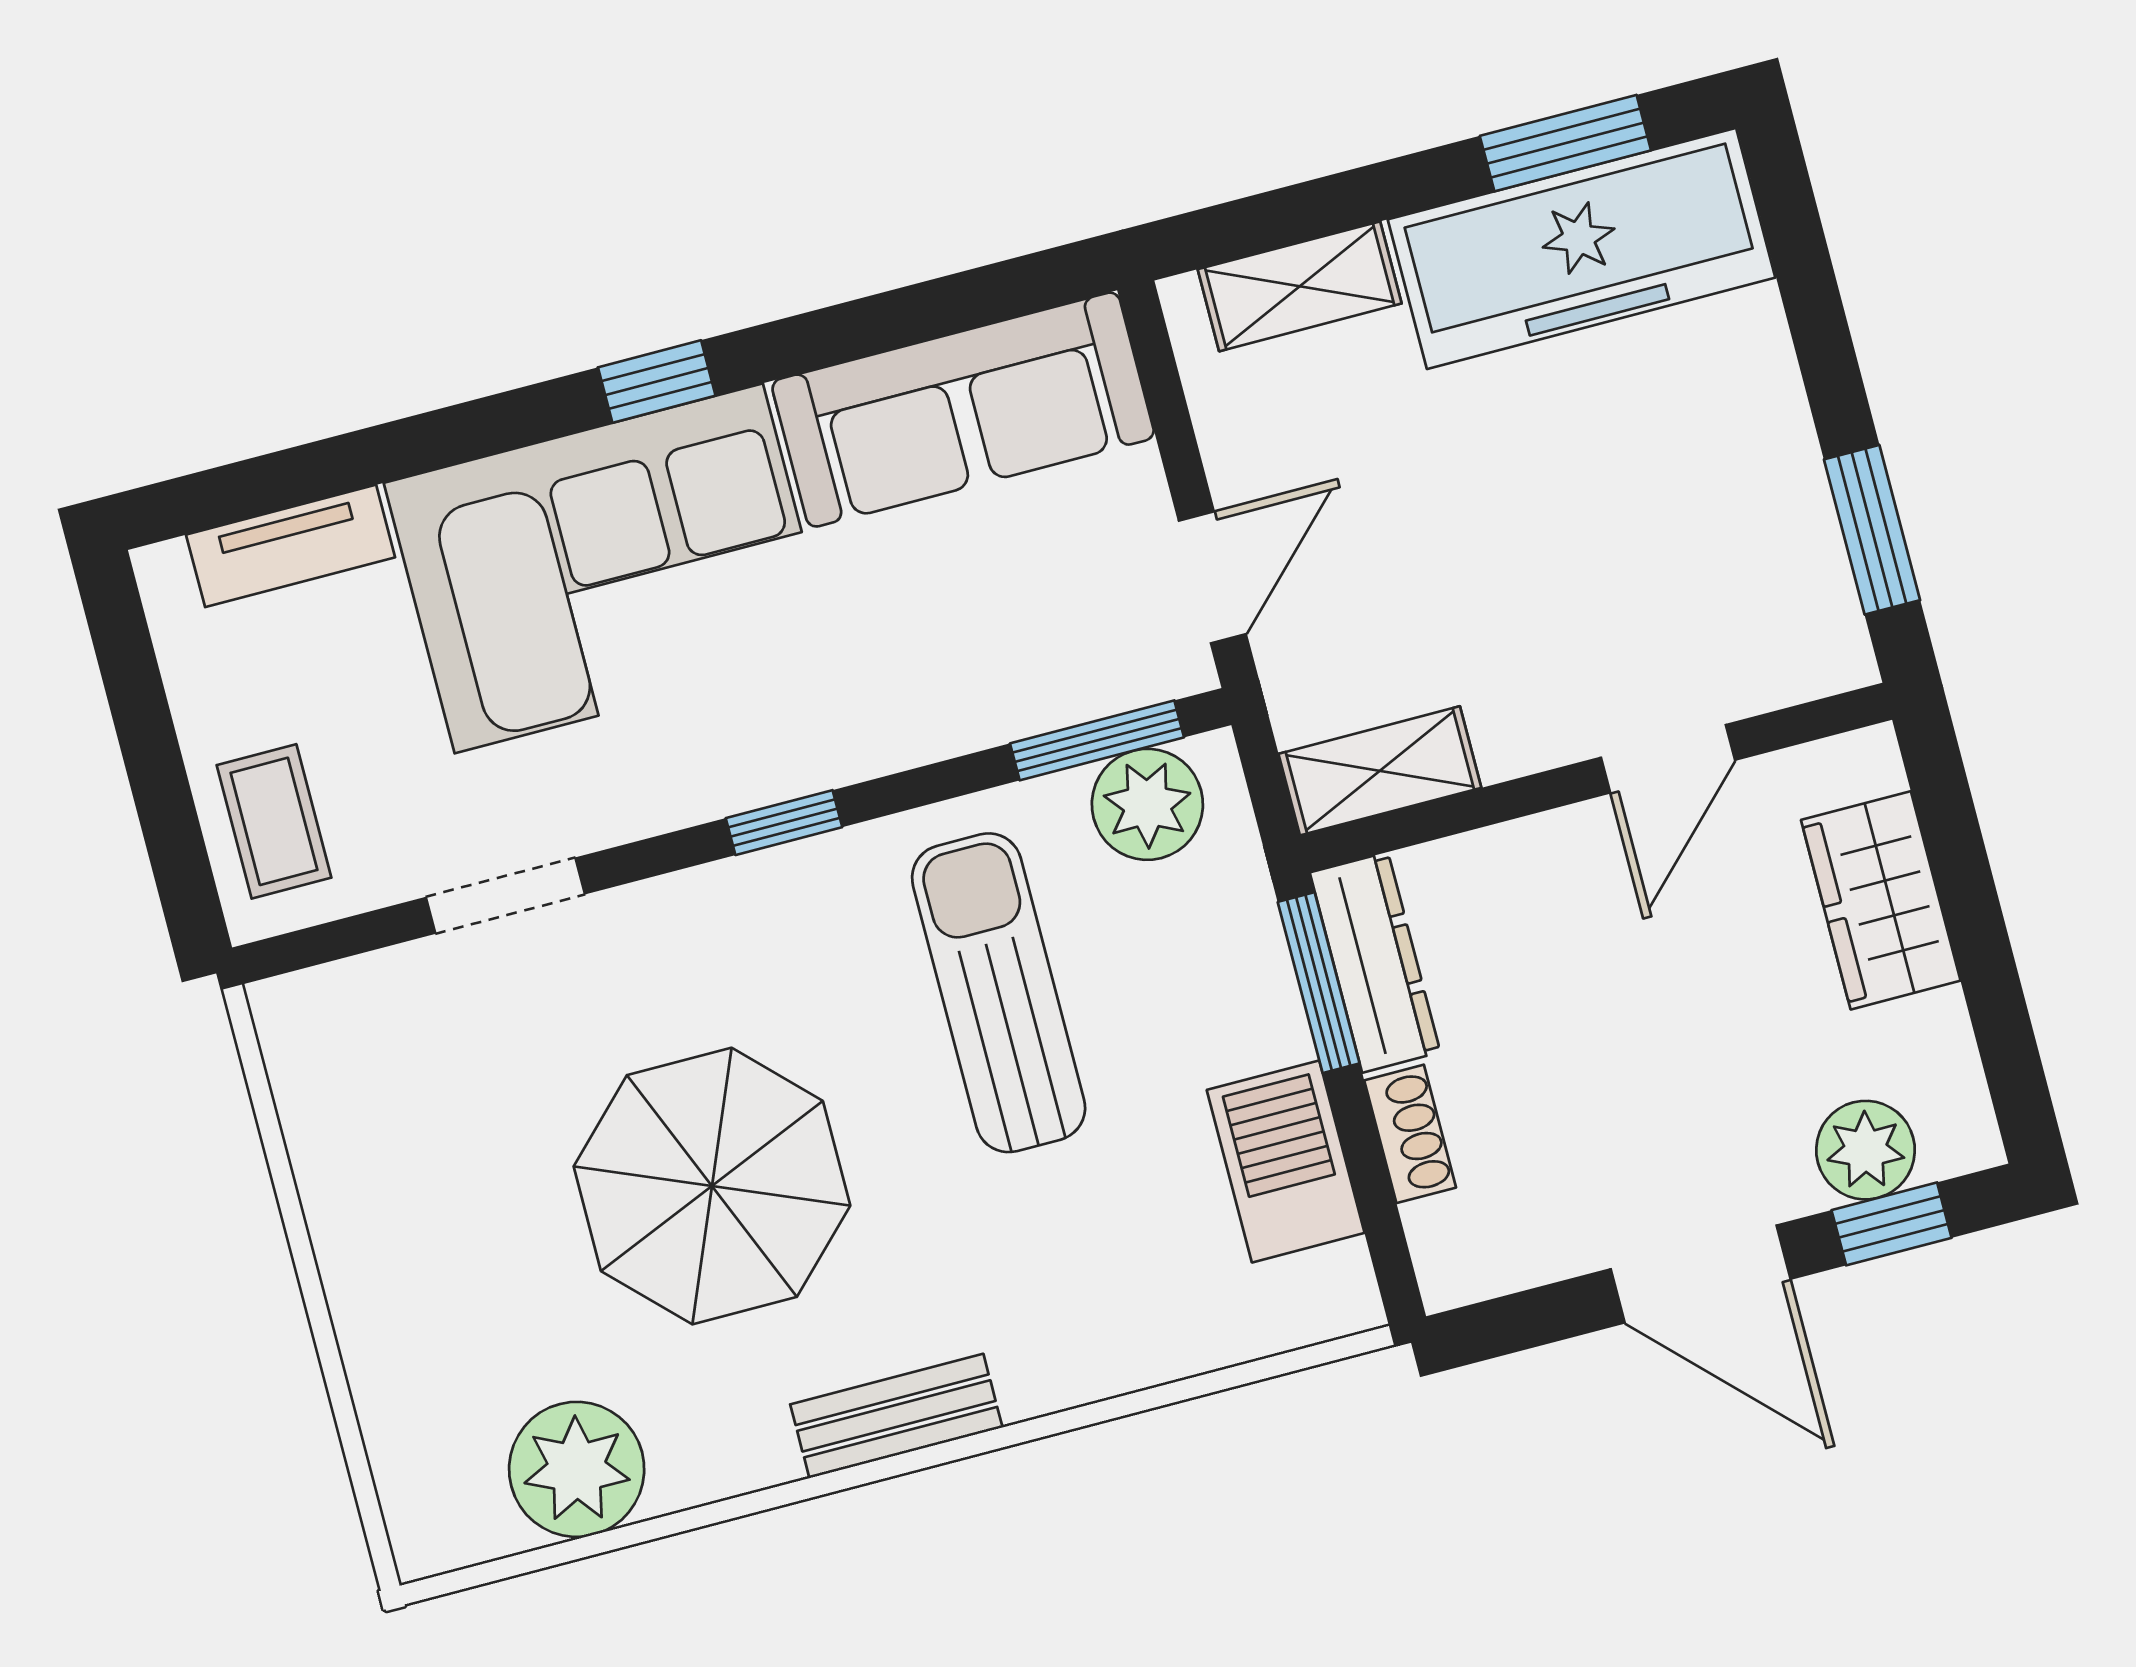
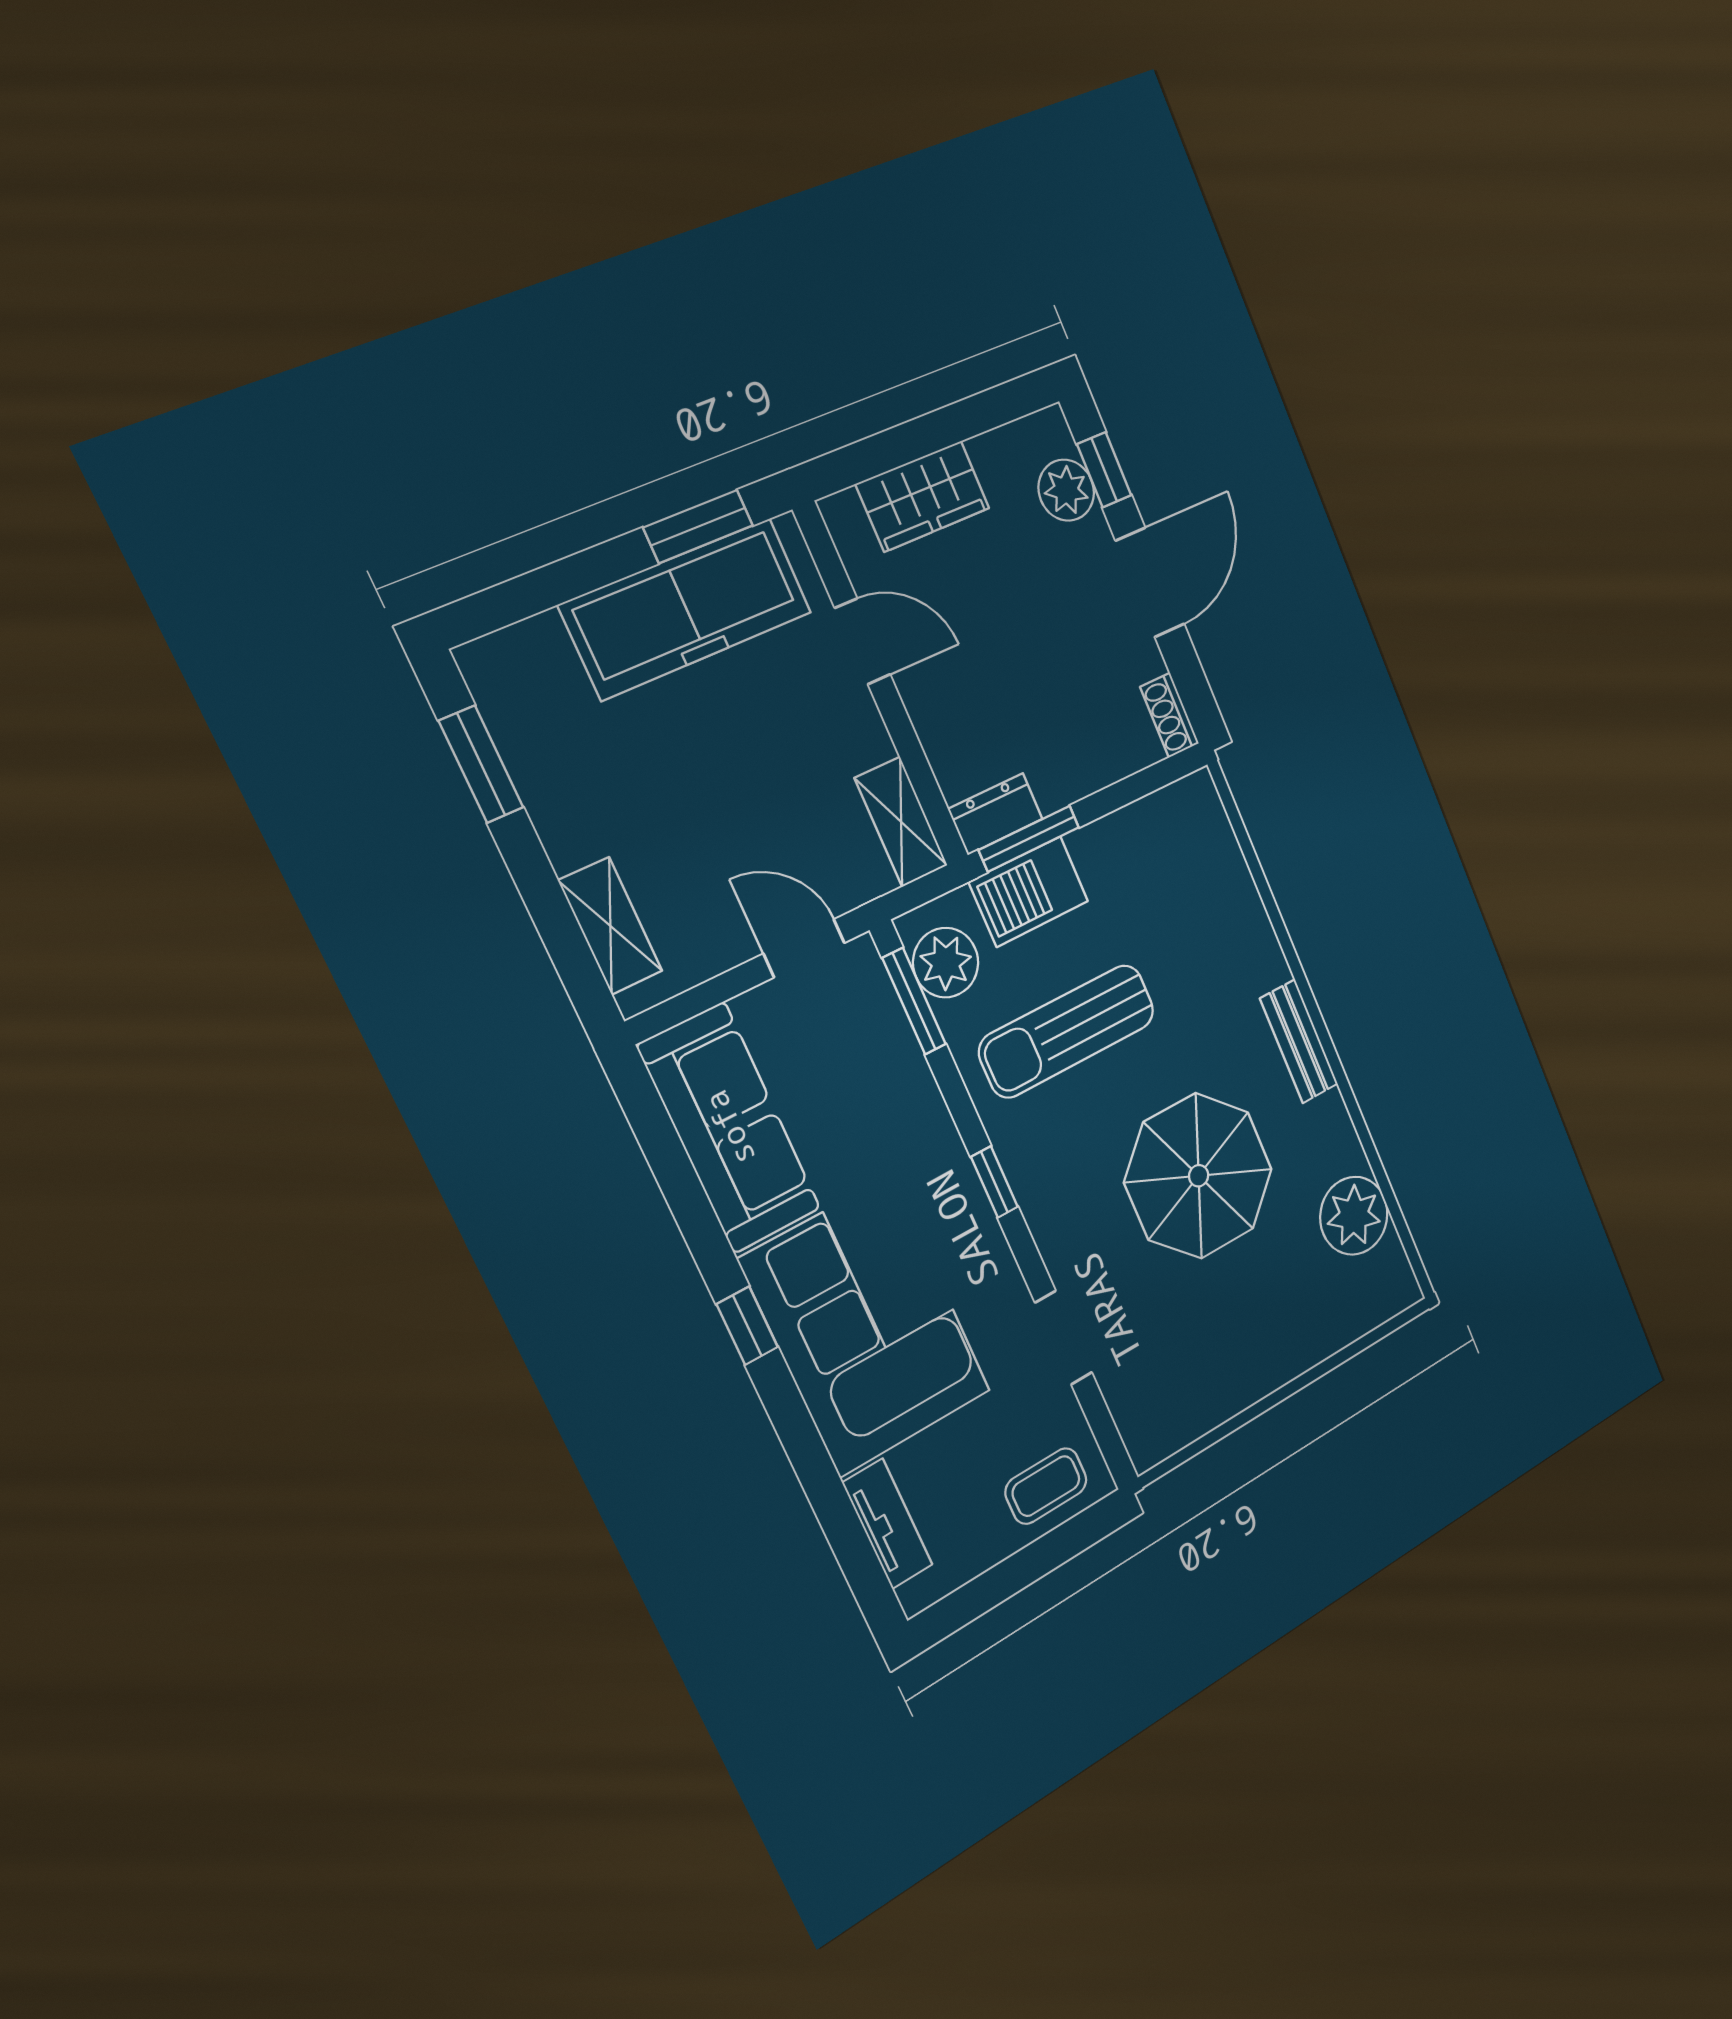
freezer: (1581, 248) -> (687, 609), moved, turned 90
dresser: (1375, 962) -> (995, 814), width x0.70
shoe rack: (1410, 1134) -> (1169, 715), moved, turned -90
barbecue: (1286, 1161) -> (1029, 891), moved

